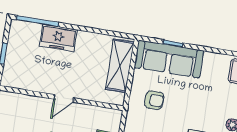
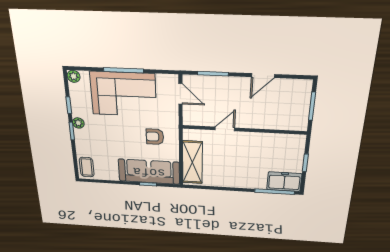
freezer: (58, 38) -> (284, 182), moved
door: (64, 98) -> (225, 129), moved

